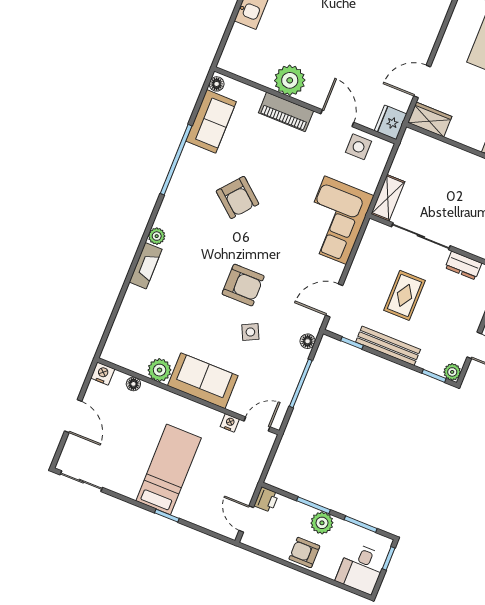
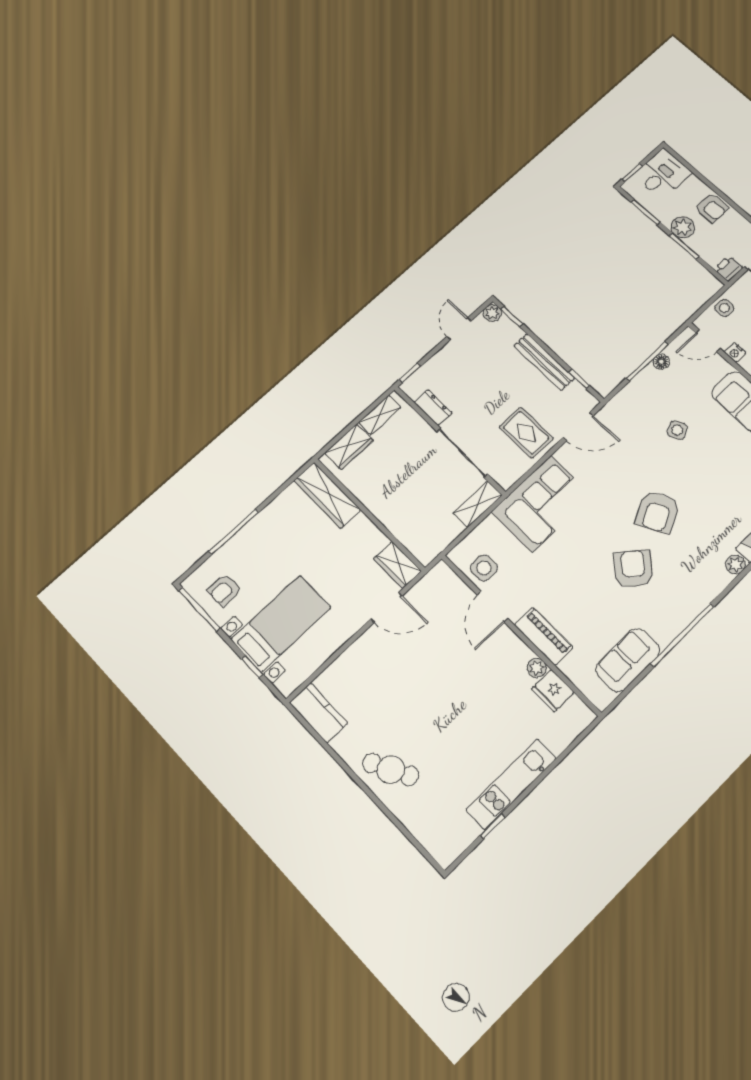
plant: (290, 80) -> (537, 668), width x0.53, depth x0.53
floor lamp: (217, 84) -> (605, 698), removed
fridge: (391, 122) -> (553, 691), moved, turned 90
armchair: (243, 285) -> (658, 512), moved, turned -117
rug: (404, 295) -> (526, 433), moved, turned 90
floor lamp: (308, 341) -> (661, 362), moved
side table: (255, 461) -> (724, 308), added

